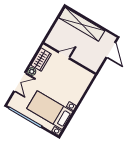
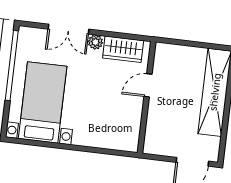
door: (64, 55) -> (148, 85), swing flipped

